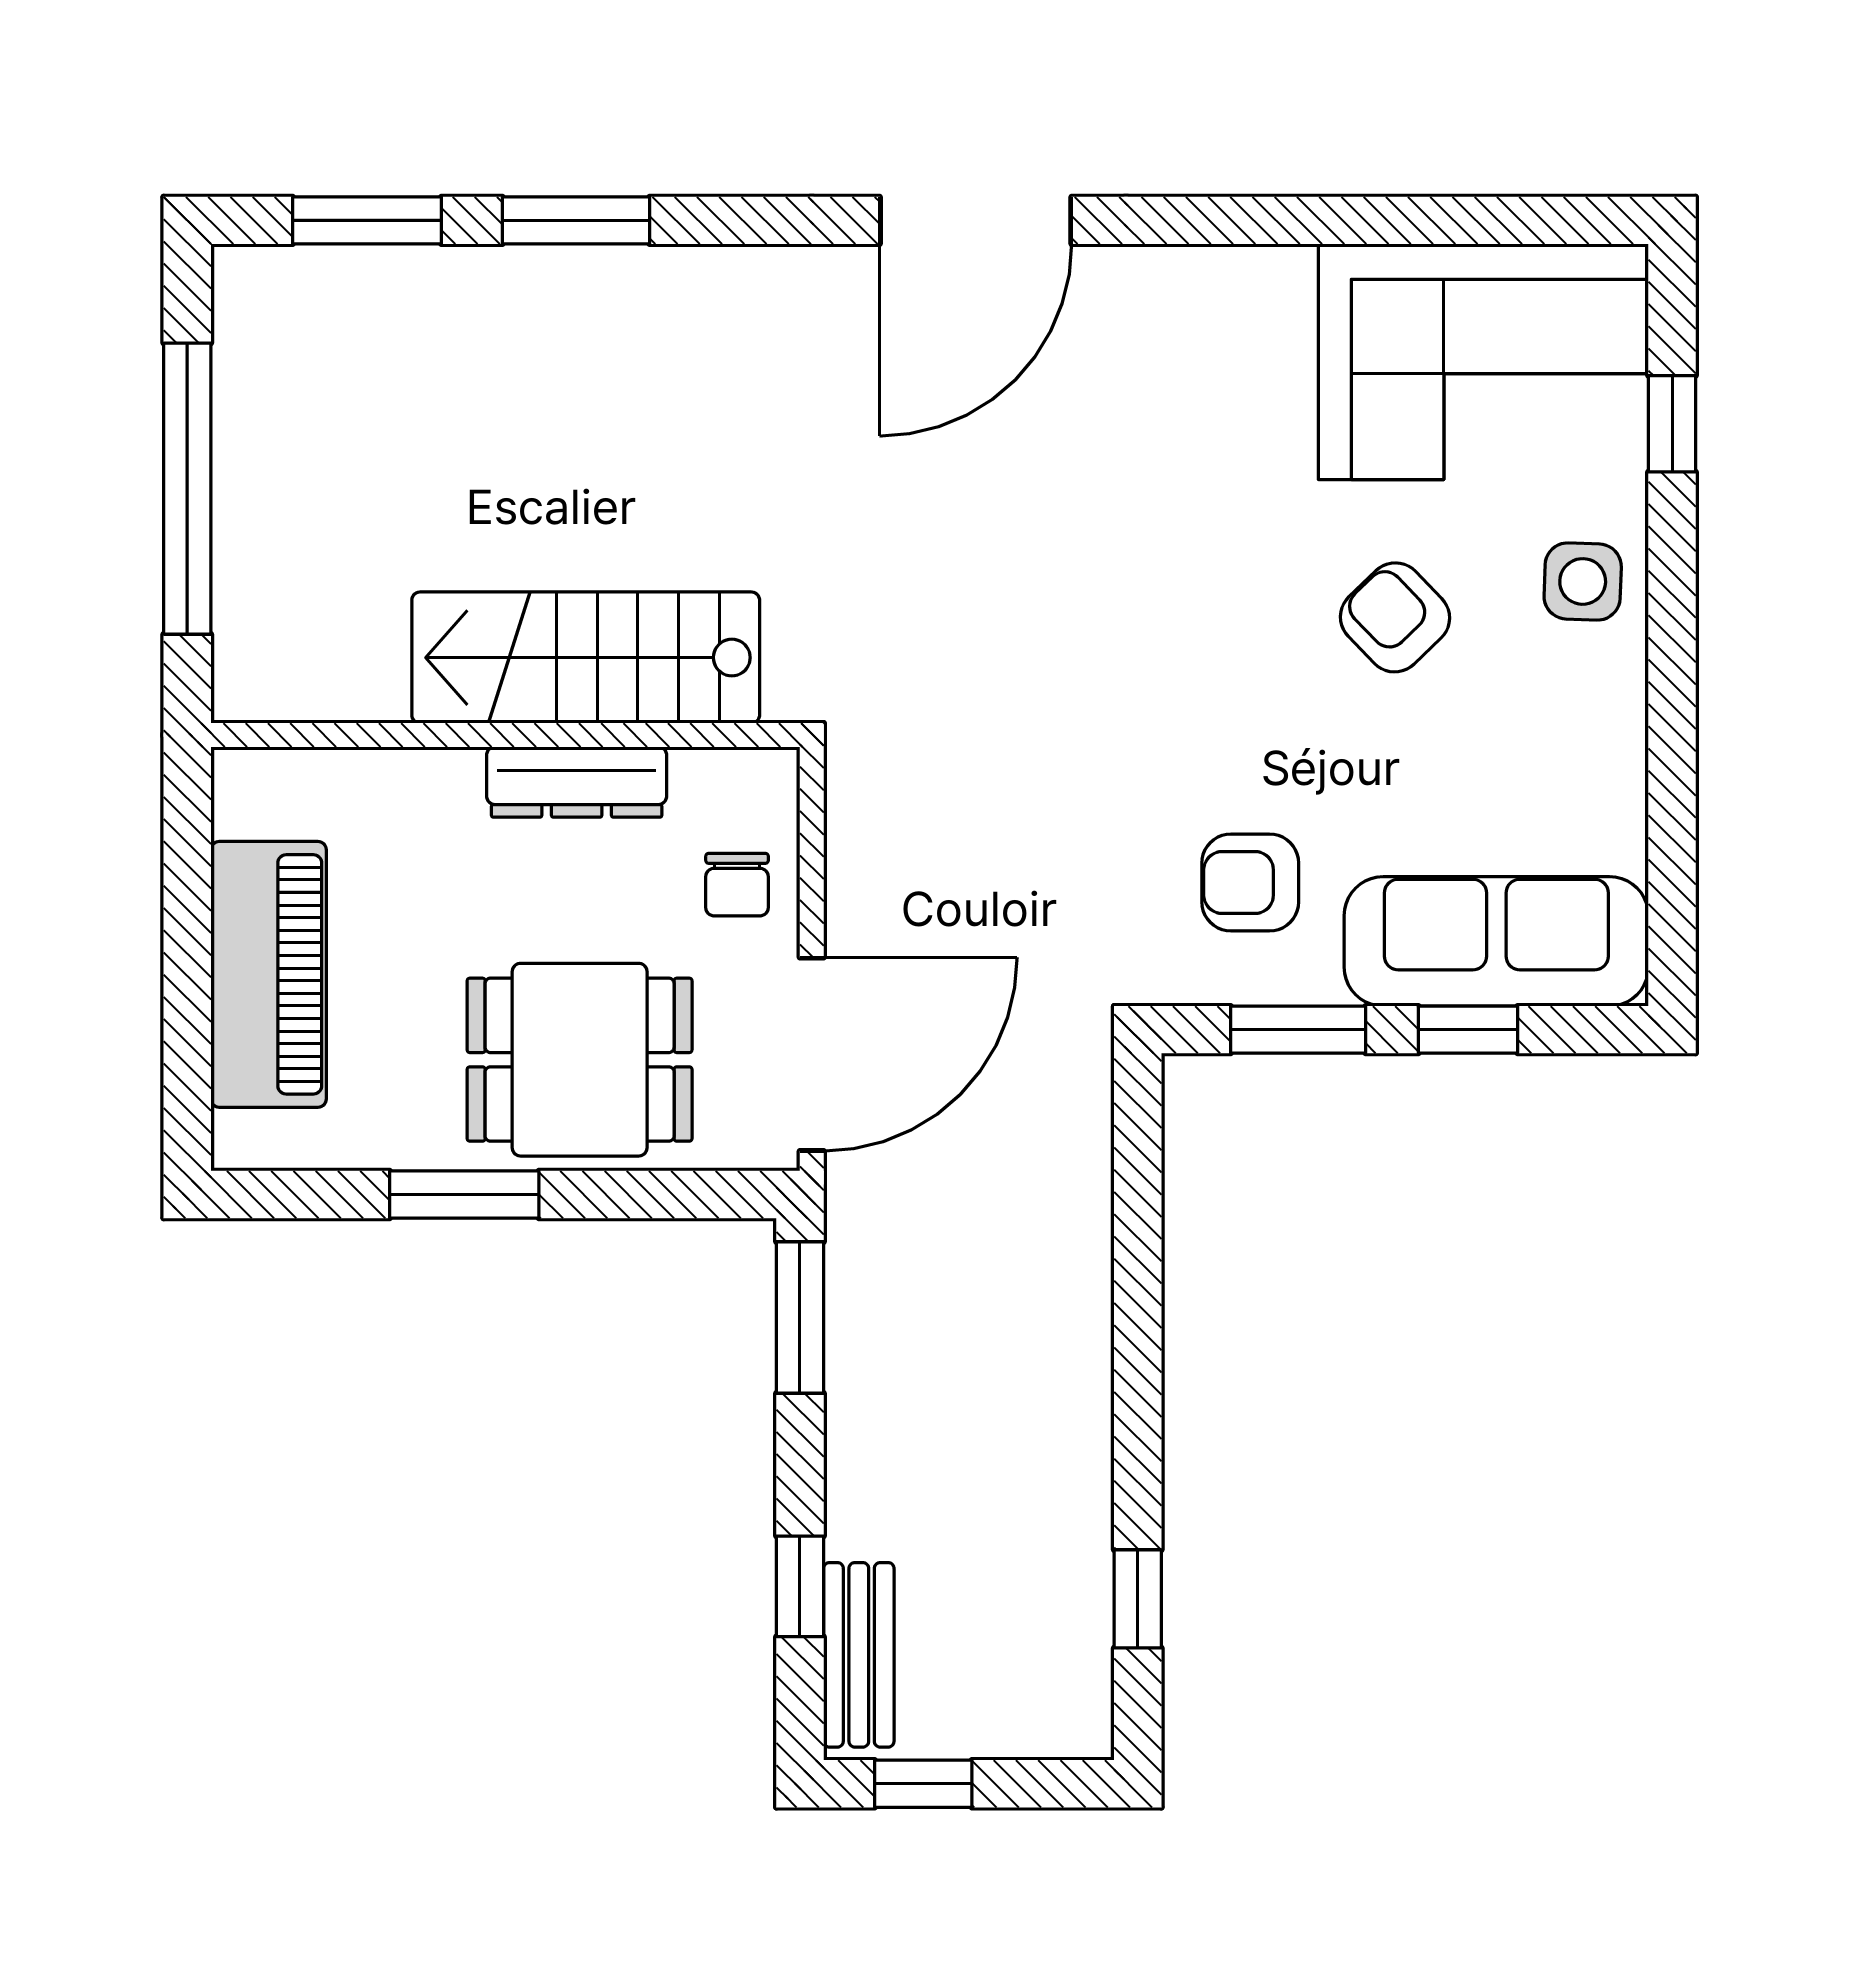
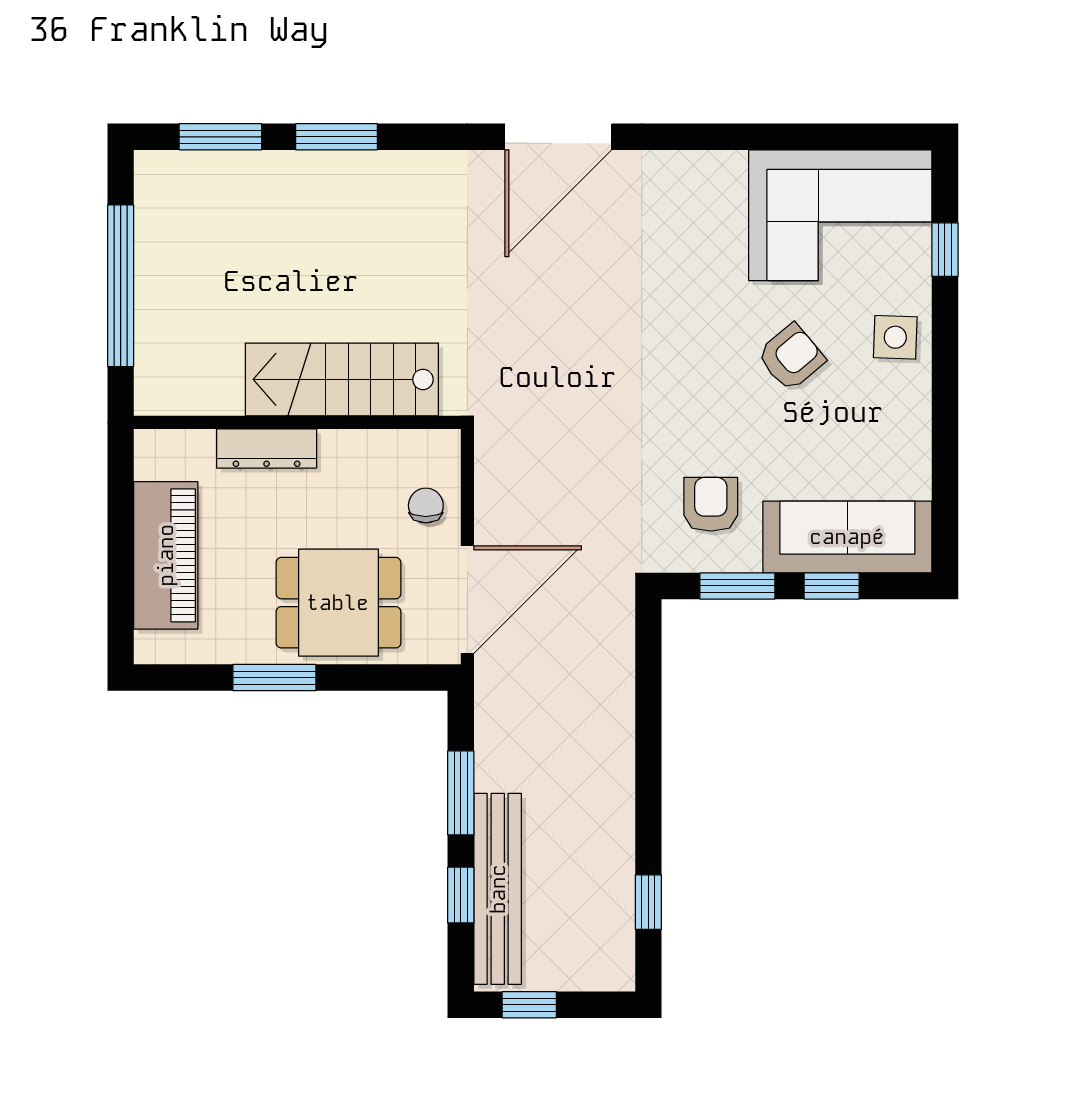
armchair: (1395, 617) -> (791, 357), turned 94
dresser: (577, 782) -> (267, 449), moved
armchair: (1250, 883) -> (711, 504), turned 90
chair: (737, 885) -> (426, 506), turned 180
window: (800, 1317) -> (461, 793), moved
bench: (859, 1655) -> (498, 889), width x1.86, depth x1.21

